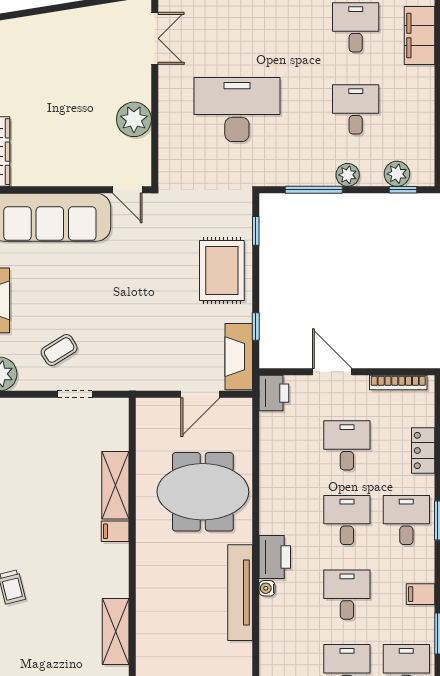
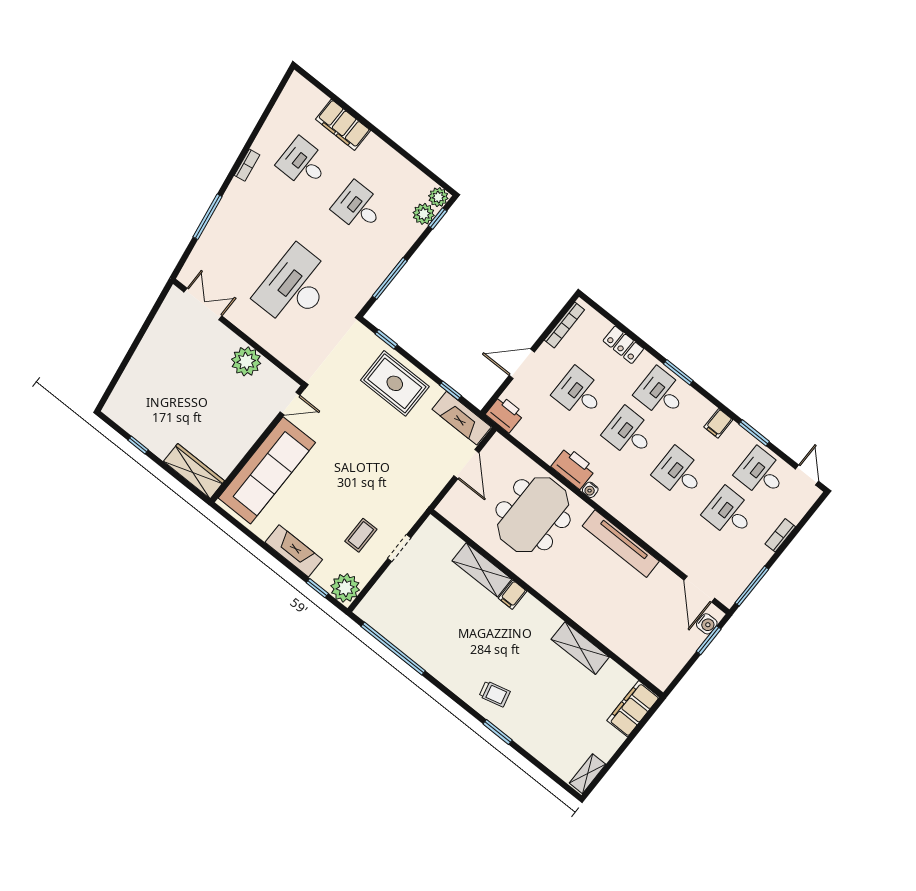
plant: (348, 175) -> (438, 197), moved
coffee table: (59, 350) -> (361, 535), turned 32
printer: (275, 557) -> (573, 468), moved
water cooler: (267, 588) -> (590, 490), moved

